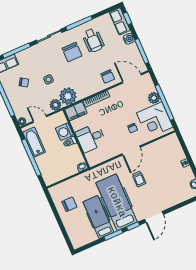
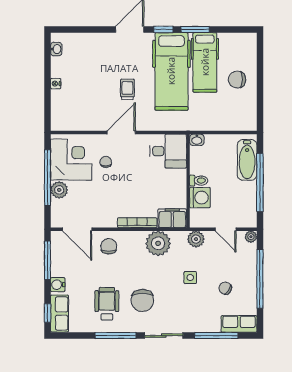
chair: (72, 52) -> (142, 300), turned 180
plant: (68, 96) -> (158, 243), moved
desk: (91, 138) -> (168, 151), moved
bathtub: (34, 142) -> (247, 160), moved
chair: (69, 204) -> (237, 80), moved

